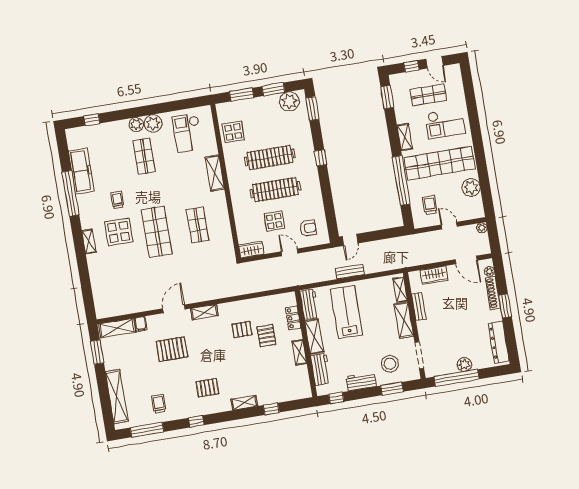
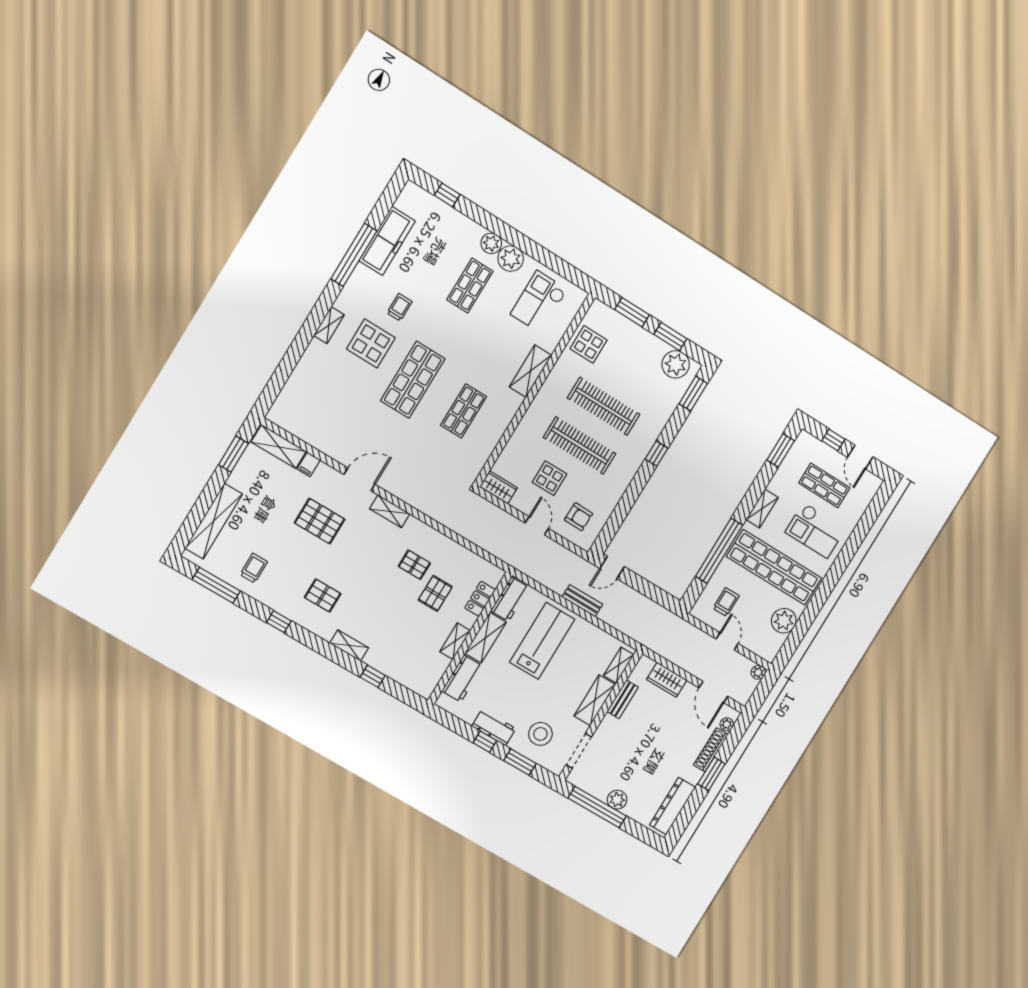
window: (336, 398) -> (485, 742), moved

